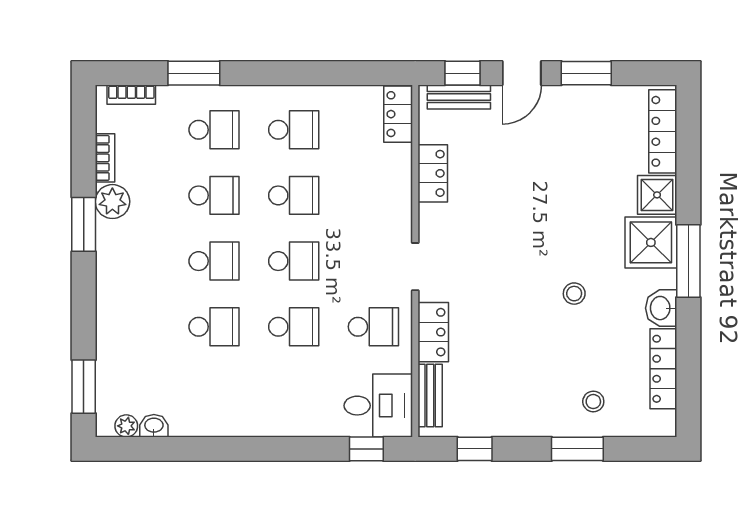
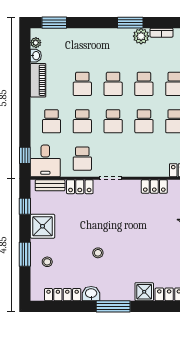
shower: (651, 242) -> (43, 226), moved
school desk: (294, 392) -> (52, 121), added
piano: (206, 421) -> (38, 80), added

